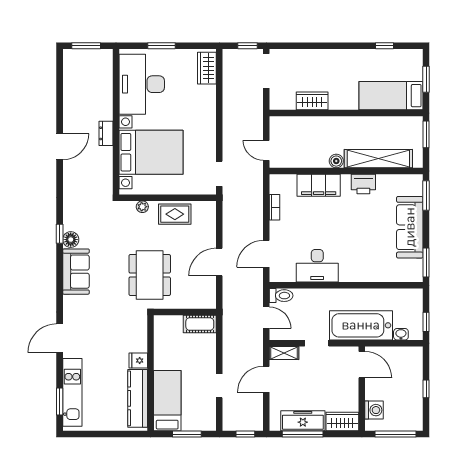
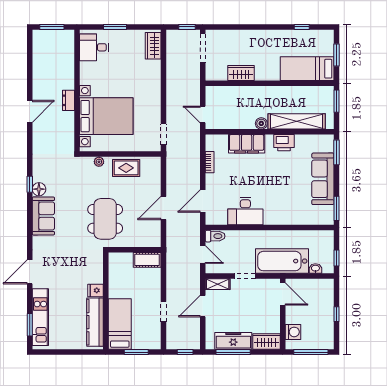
desk: (142, 84) -> (94, 47), width x0.53, depth x0.77

